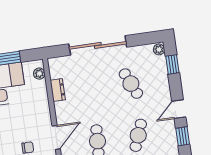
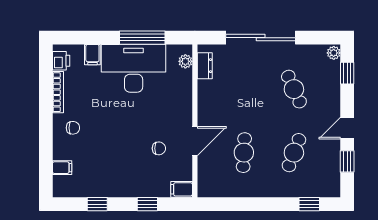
dresser: (58, 90) -> (205, 66), moved

